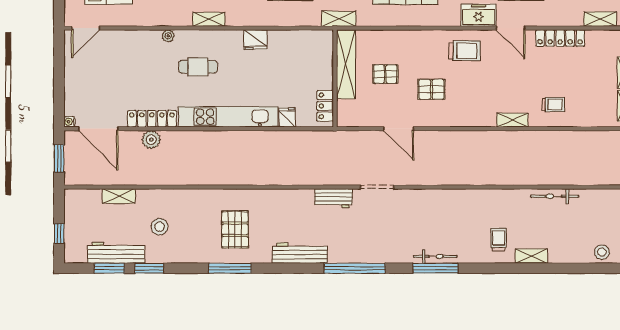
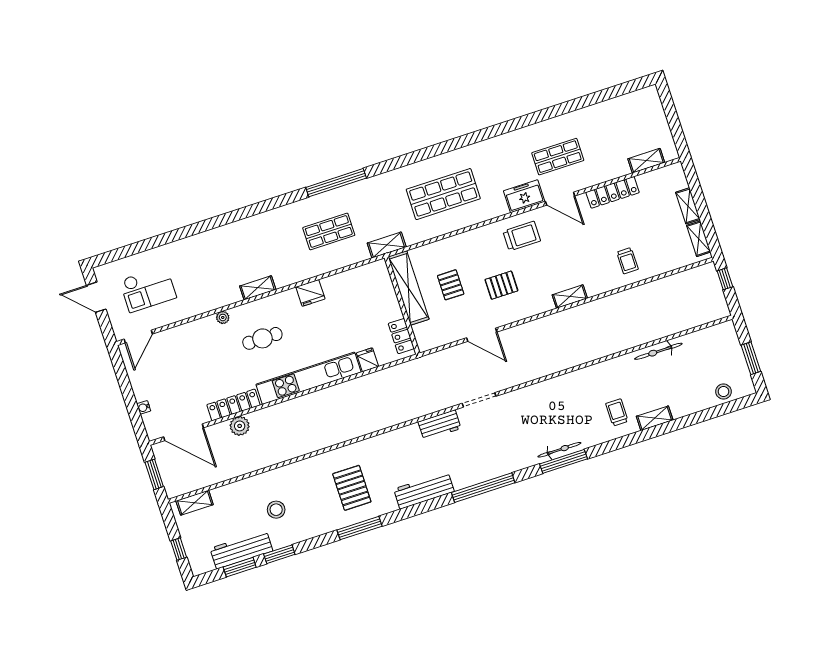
pallet: (385, 74) -> (451, 285), turned 90
trolley: (553, 105) -> (627, 261), turned 90
shelving: (512, 120) -> (570, 297), moved
water cooler: (69, 122) -> (144, 407), moved
shelving: (119, 196) -> (195, 503), moved

